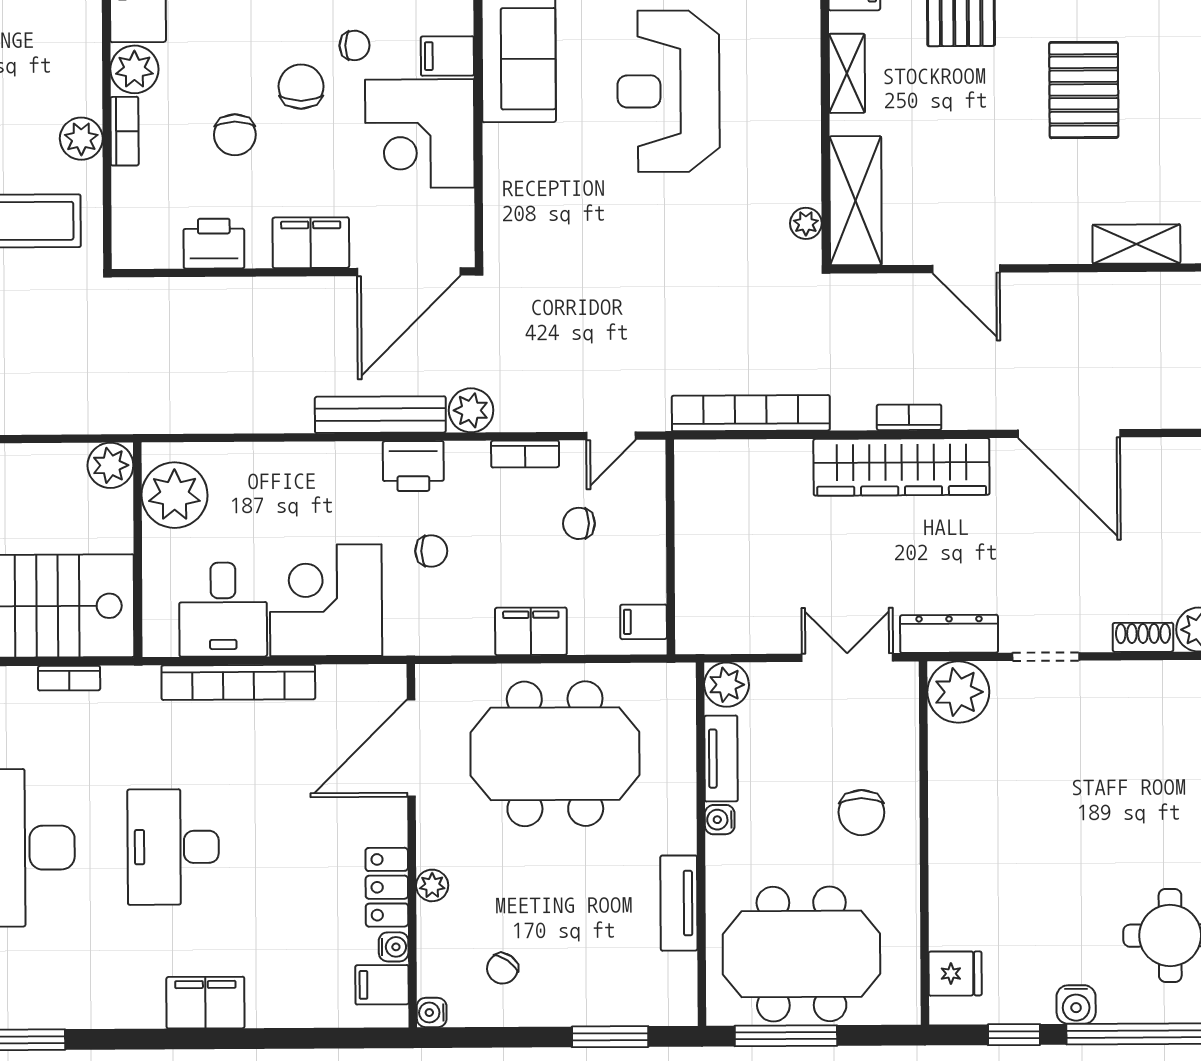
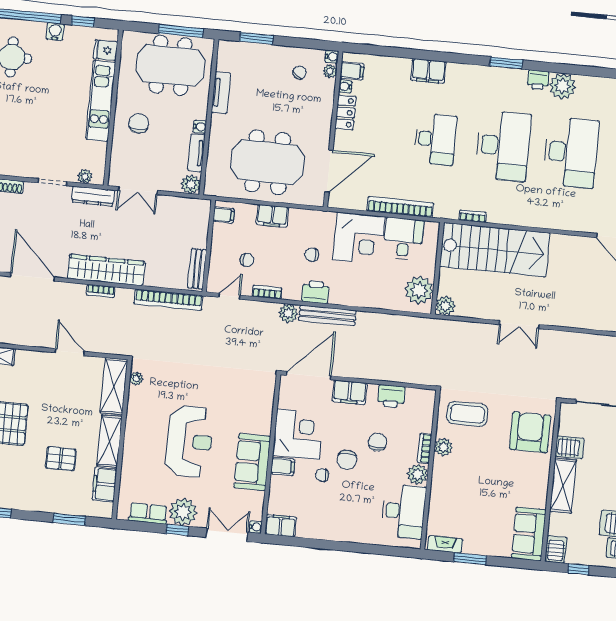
shelving: (847, 73) -> (110, 441), width x1.50, depth x1.33
bench: (692, 491) -> (197, 269), added
plant: (958, 692) -> (85, 176), width x0.53, depth x0.53
kitchen unit: (954, 856) -> (101, 101), added
plant: (432, 885) -> (330, 71), moved

